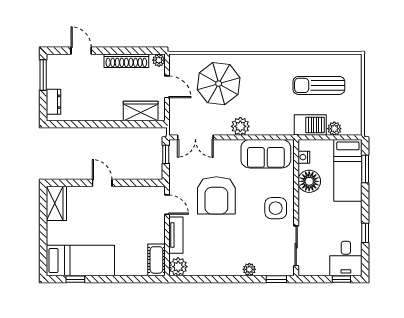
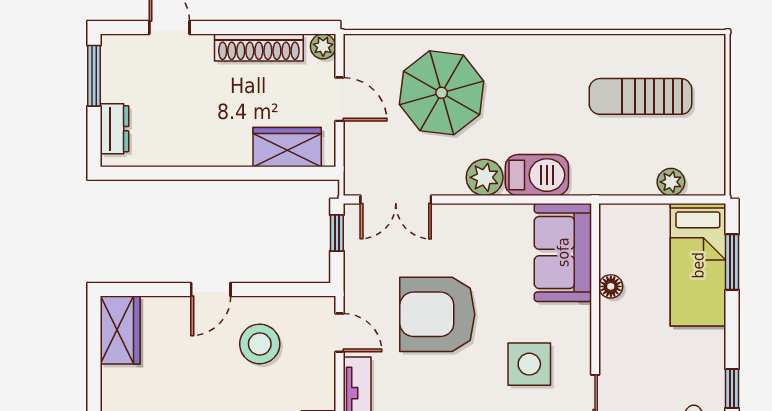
barbecue: (310, 125) -> (537, 175), moved
sofa: (266, 154) -> (563, 252), moved, turned 90
nightstand: (304, 157) -> (610, 239), removed
floor lamp: (309, 181) -> (611, 286), width x0.53, depth x0.53
door: (102, 183) -> (211, 290), swing flipped
armchair: (216, 195) -> (437, 314), turned 90
side table: (276, 208) -> (529, 364), moved
stool: (127, 210) -> (260, 344), added

